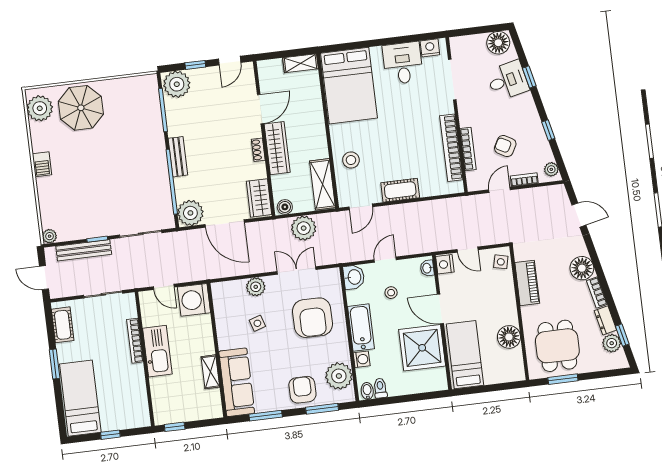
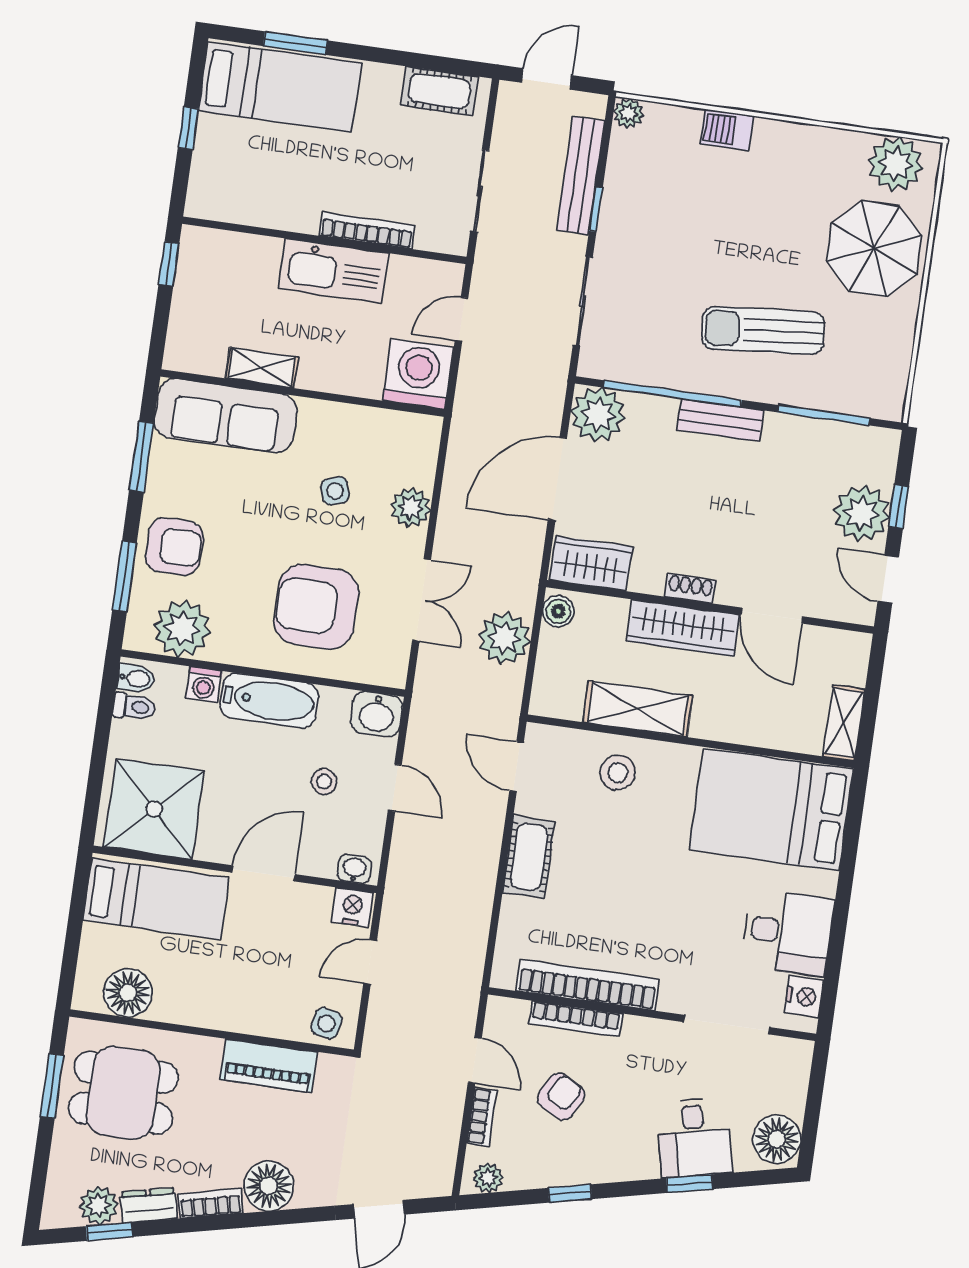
plant: (177, 84) -> (861, 513), moved
sun lounger: (132, 148) -> (763, 330), added
barbecue: (42, 164) -> (727, 130), moved
shelving: (323, 184) -> (638, 709), moved
floor lamp: (509, 337) -> (128, 993), moved
shower: (422, 348) -> (154, 809), moved
window: (55, 364) -> (295, 43), moved

